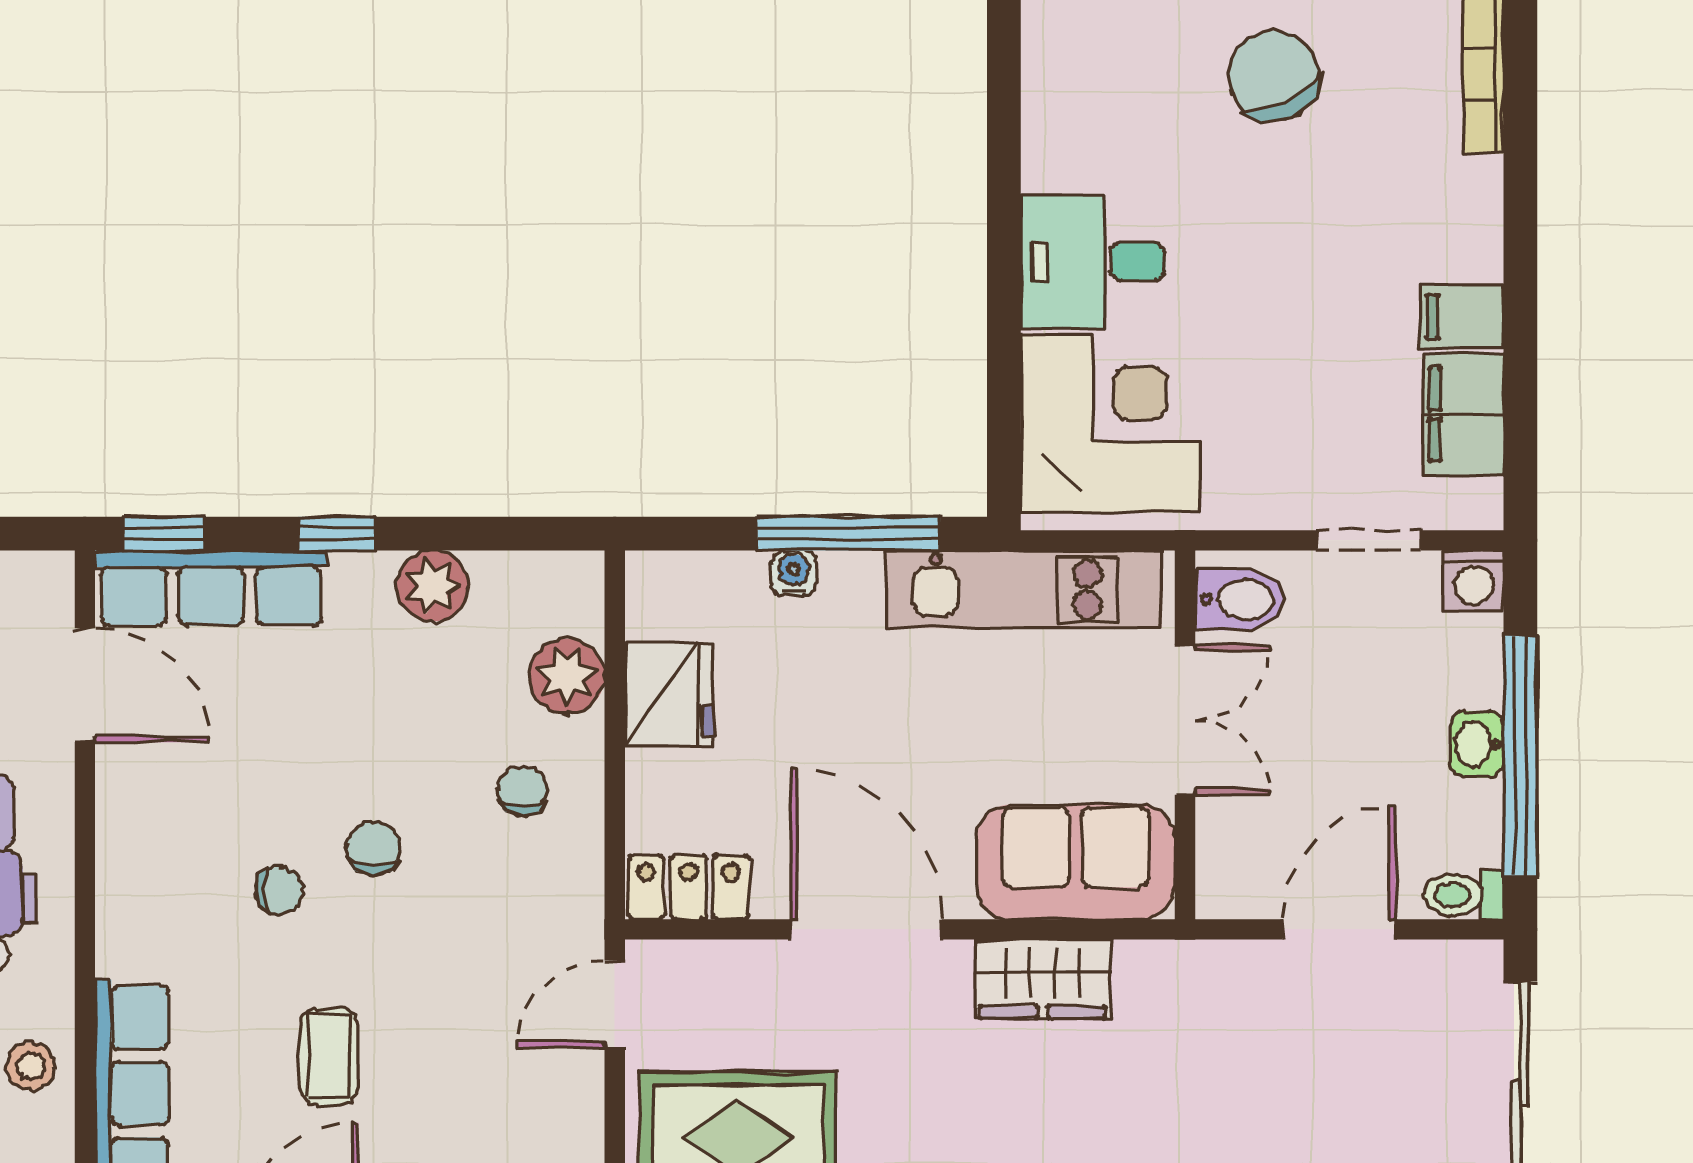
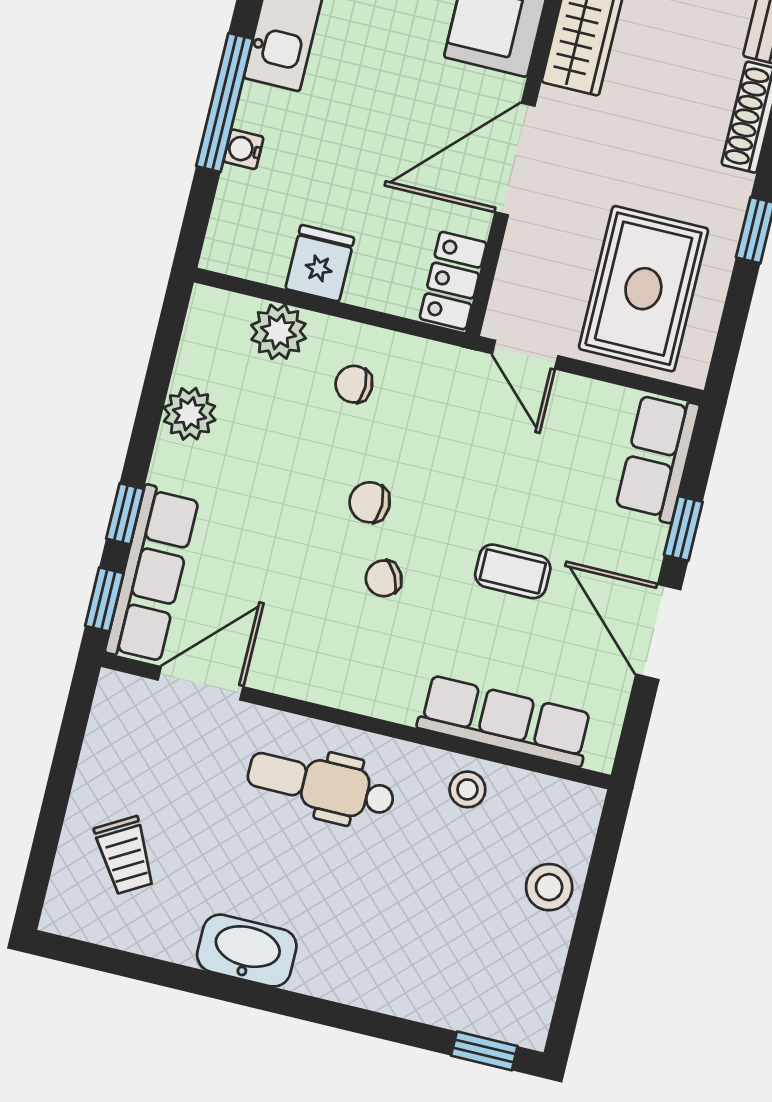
window: (337, 534) -> (125, 514), moved
fridge: (669, 694) -> (320, 263), width x0.72
chair: (279, 891) -> (384, 578), turned -118

